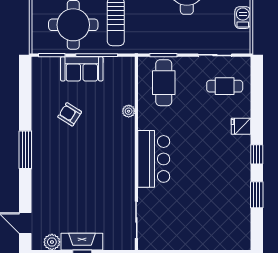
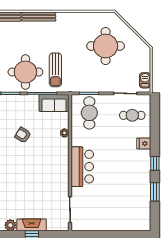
barbecue: (243, 18) -> (145, 80), moved
sofa: (82, 69) -> (54, 103), moved

